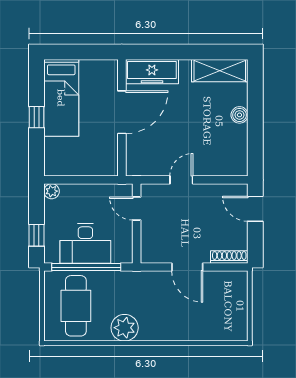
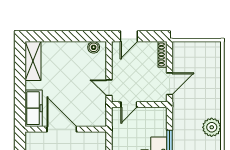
boiler: (239, 115) -> (94, 47), moved
door: (137, 209) -> (129, 105), moved
wall: (137, 223) -> (139, 105), moved

